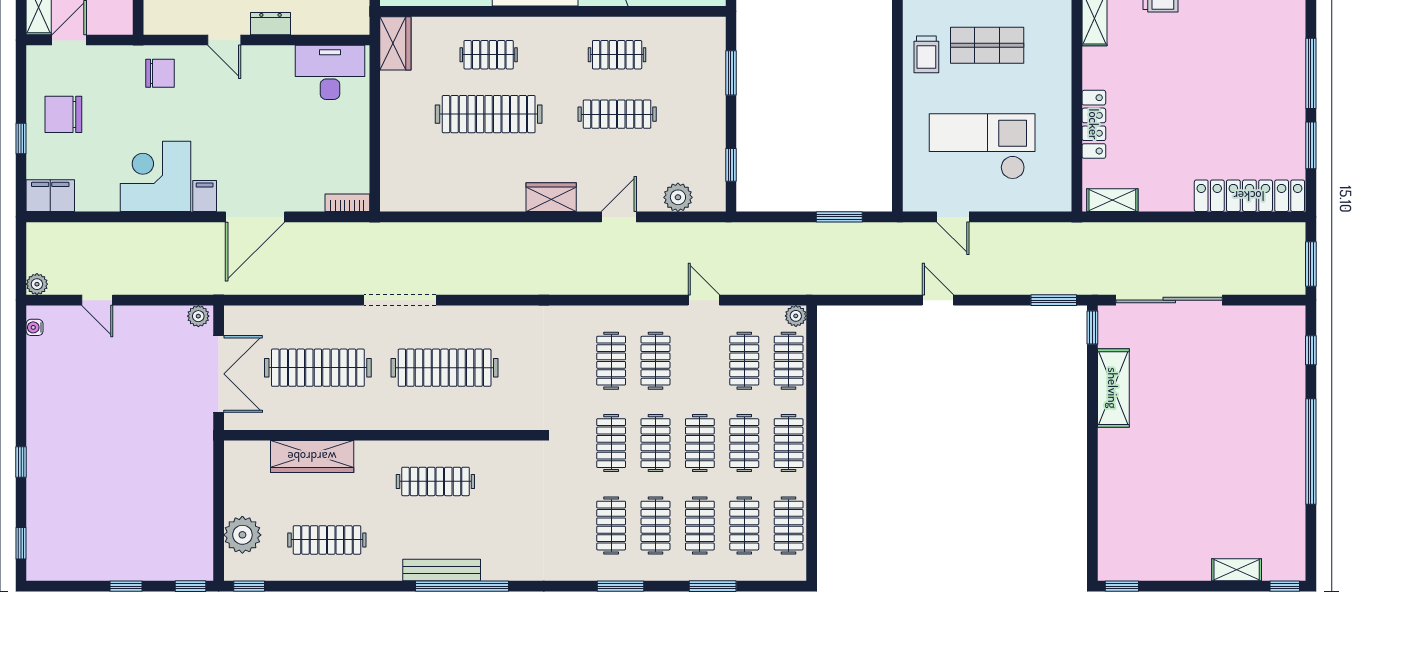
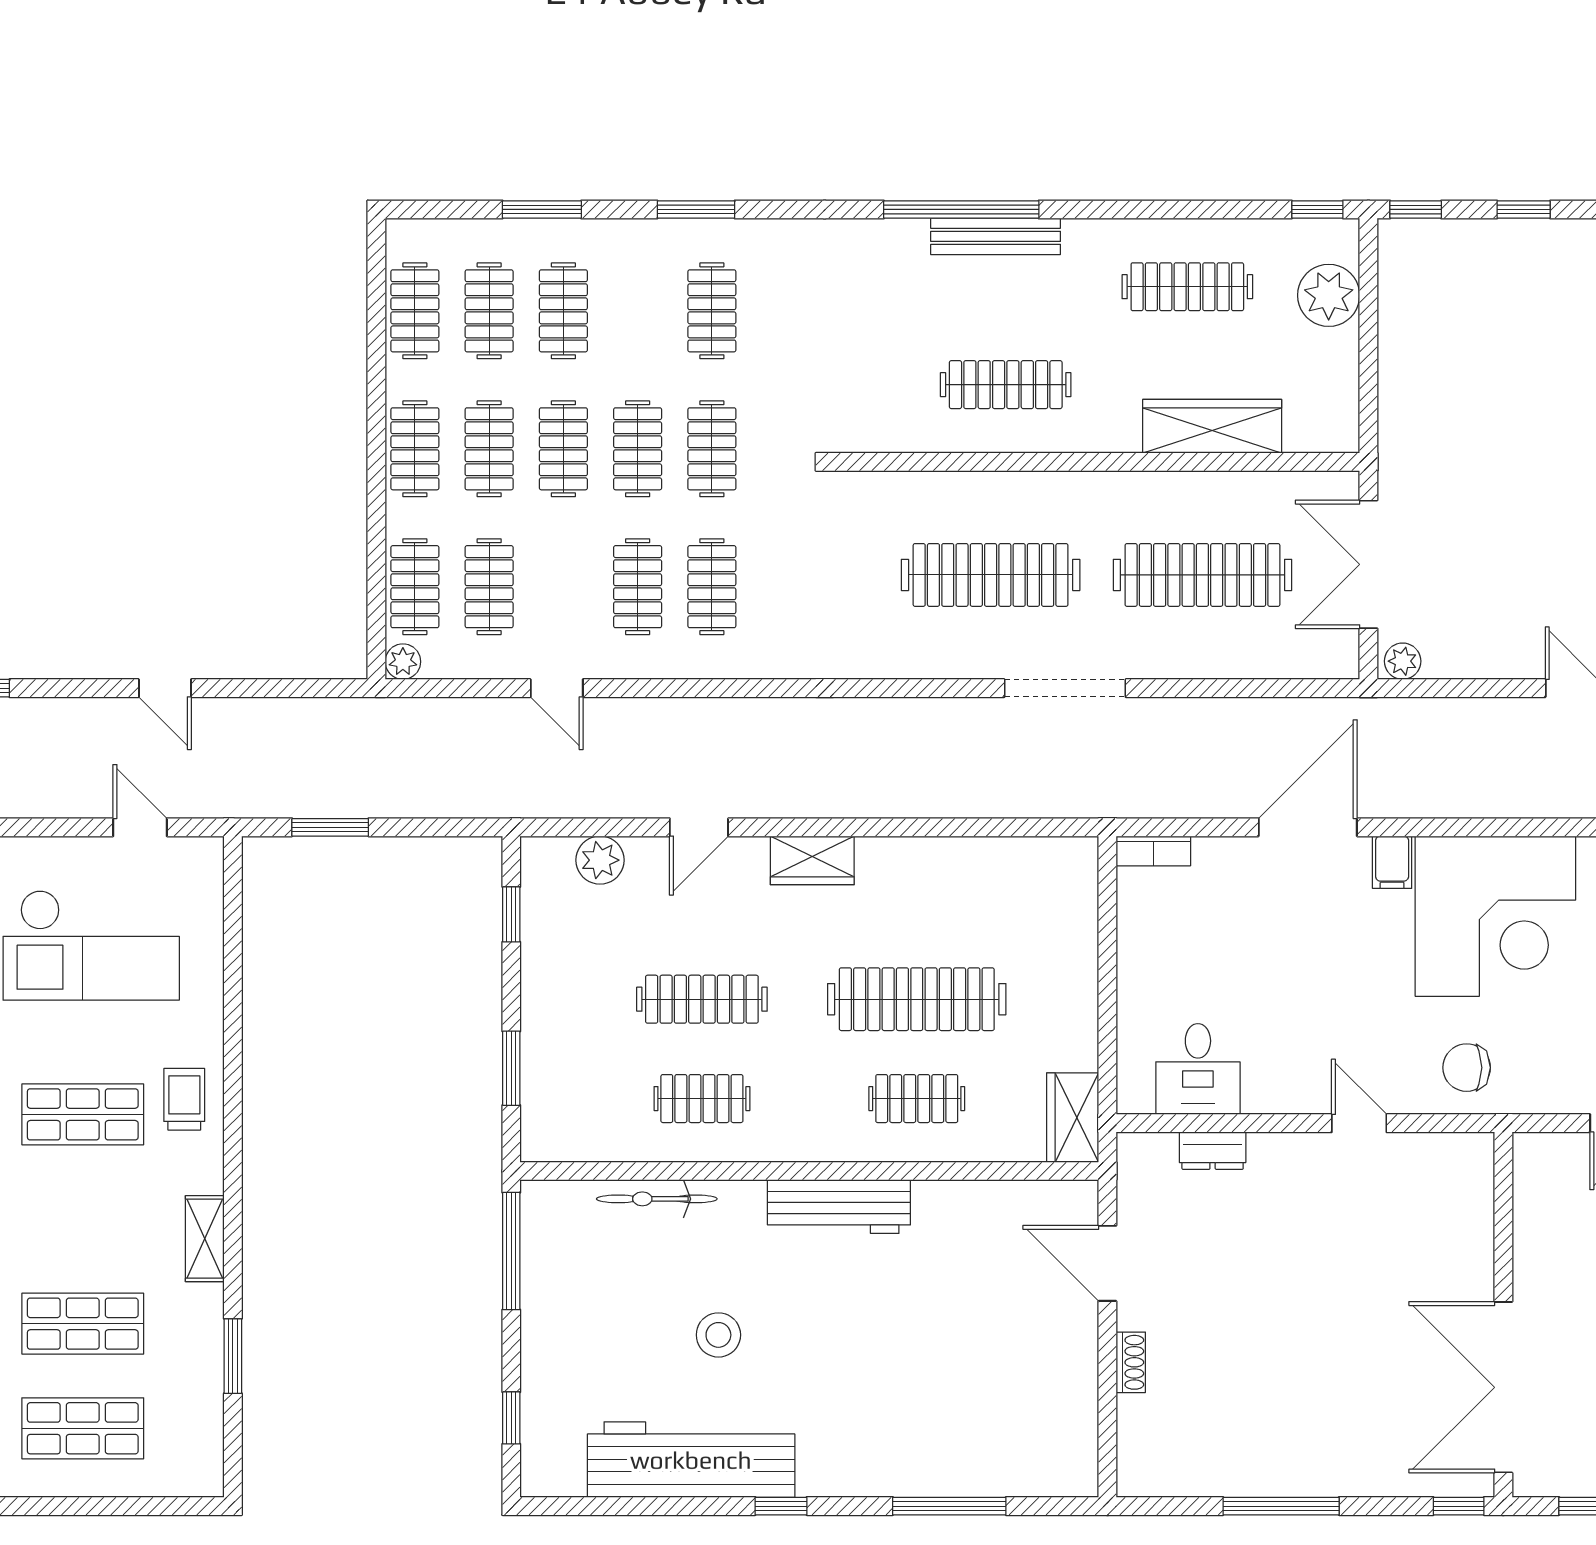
dresser: (270, 24) -> (1213, 1151), moved
desk: (330, 72) -> (1198, 1069), width x0.73
corner desk: (156, 176) -> (1495, 916), width x1.36, depth x1.36
clothes rail: (655, 526) -> (638, 311), removed

